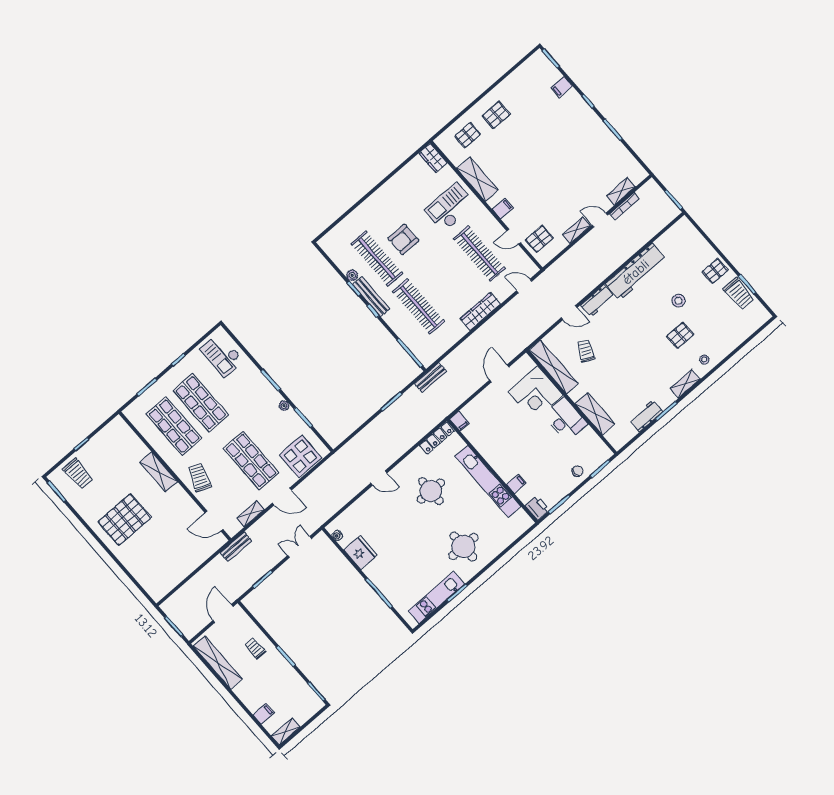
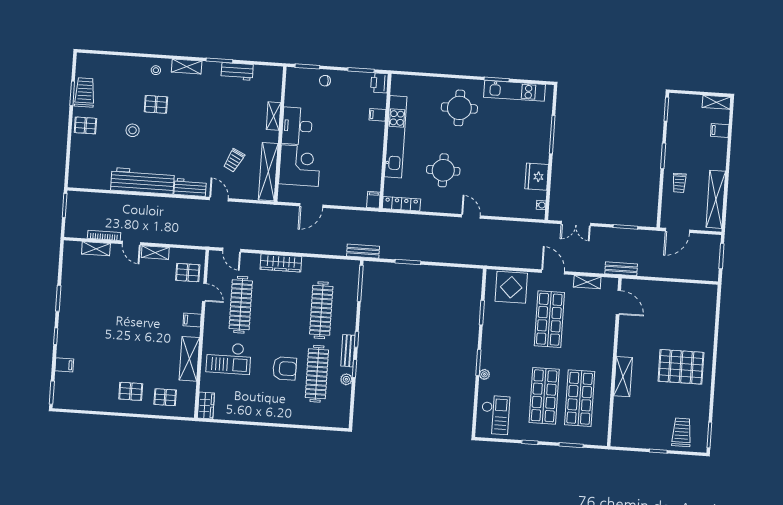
bench: (371, 297) -> (348, 351), width x0.73
plant: (284, 406) -> (484, 374), moved
shelving: (595, 414) -> (274, 116), width x0.67, depth x0.75
trolley: (199, 477) -> (598, 344), removed

